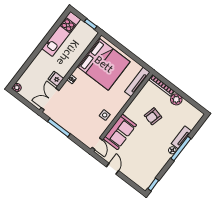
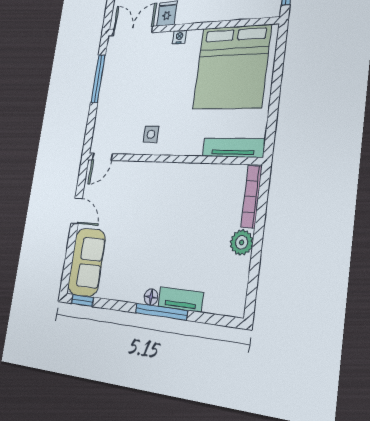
armchair: (153, 116) -> (190, 220), removed
sofa: (120, 132) -> (87, 262), moved, turned -90
door: (112, 169) -> (77, 211), hinge flipped

